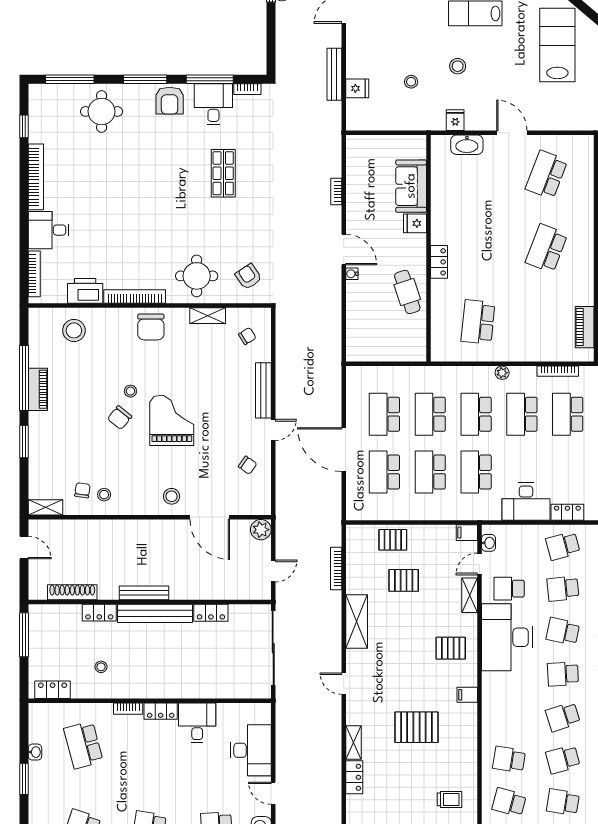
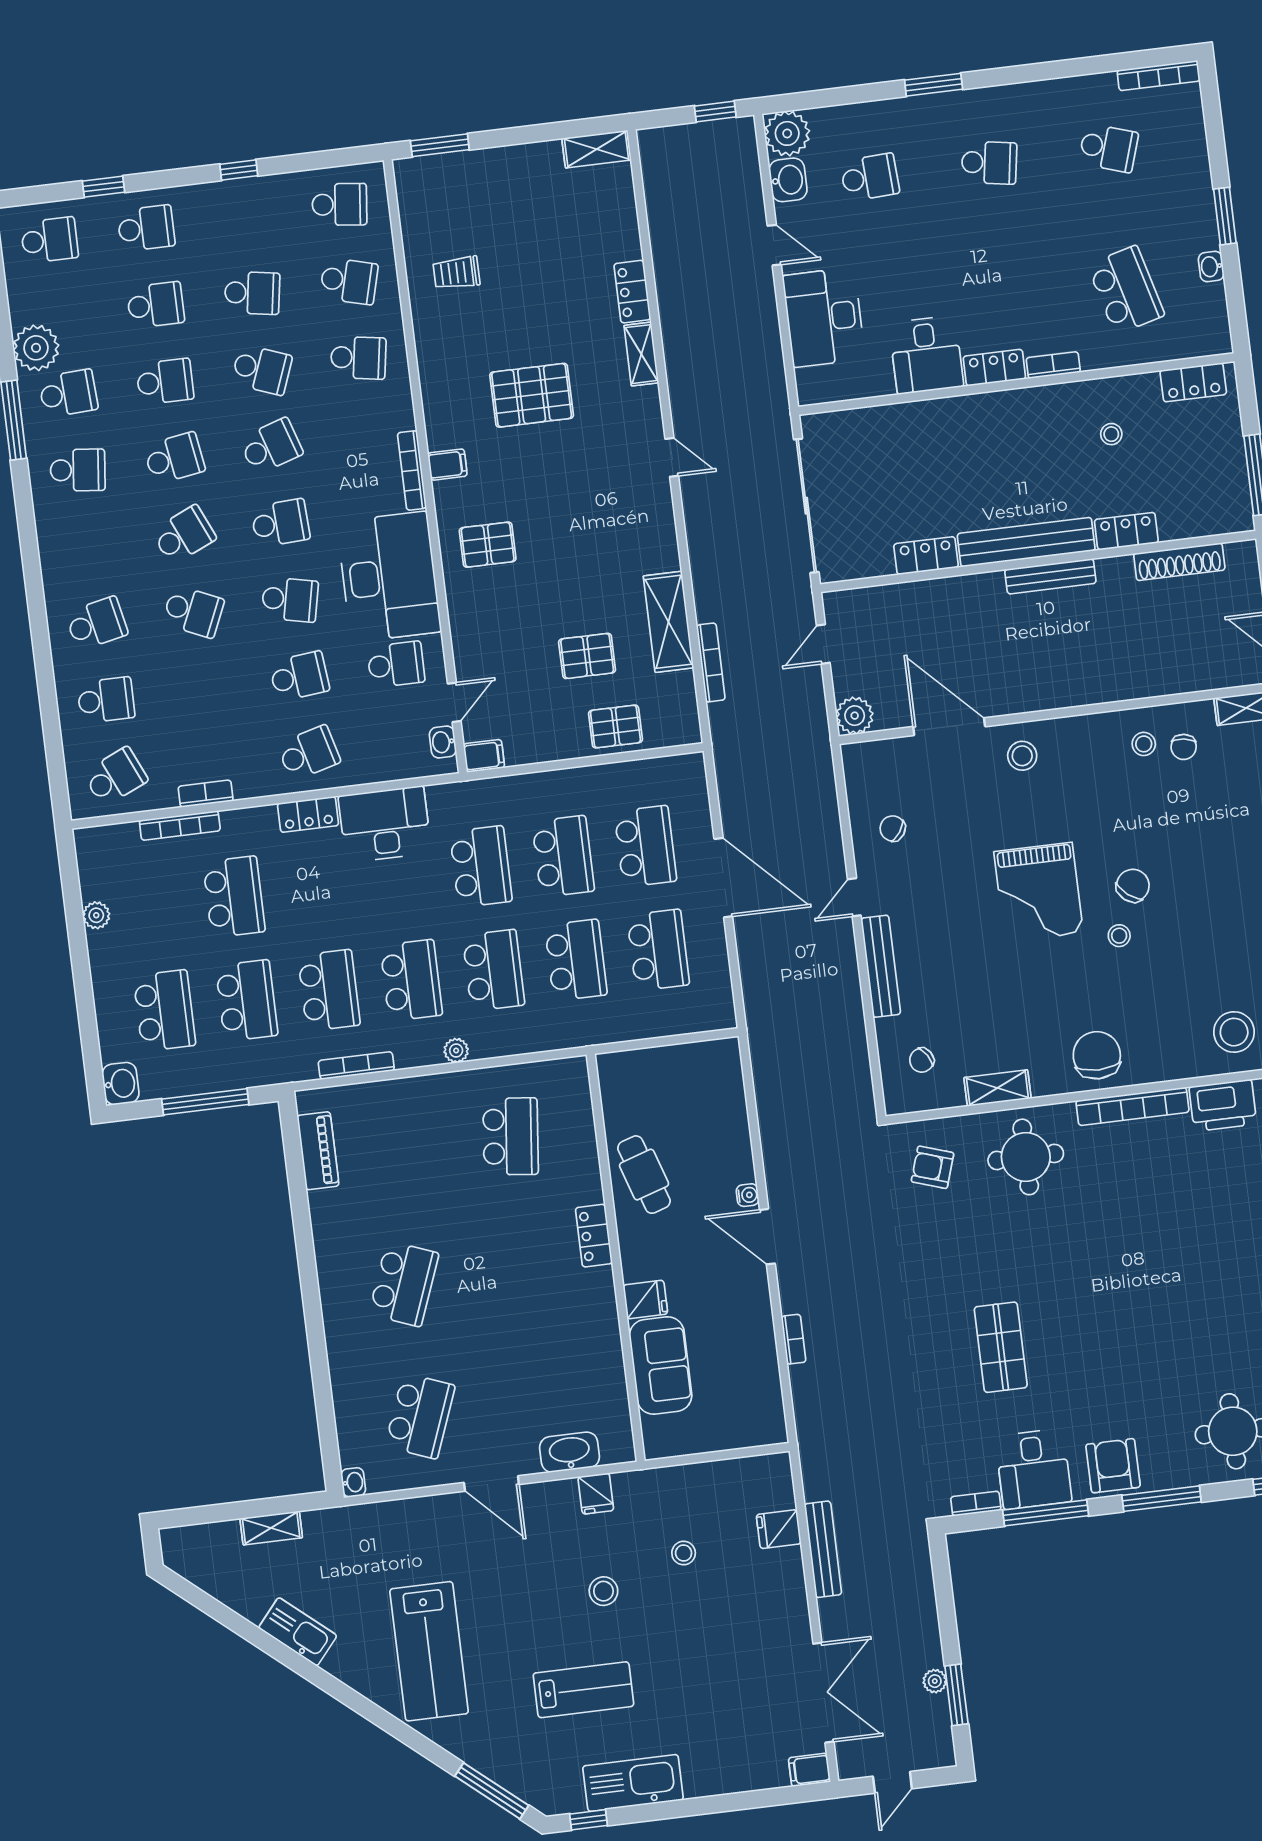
washbasin: (588, 143) -> (353, 1482), added
armchair: (249, 277) -> (933, 1167), turned 142
shelving: (470, 595) -> (465, 644), removed
shelving: (357, 621) -> (668, 622), moved
bookcase: (487, 694) -> (412, 470), added
school desk: (563, 759) -> (262, 370), turned 36

